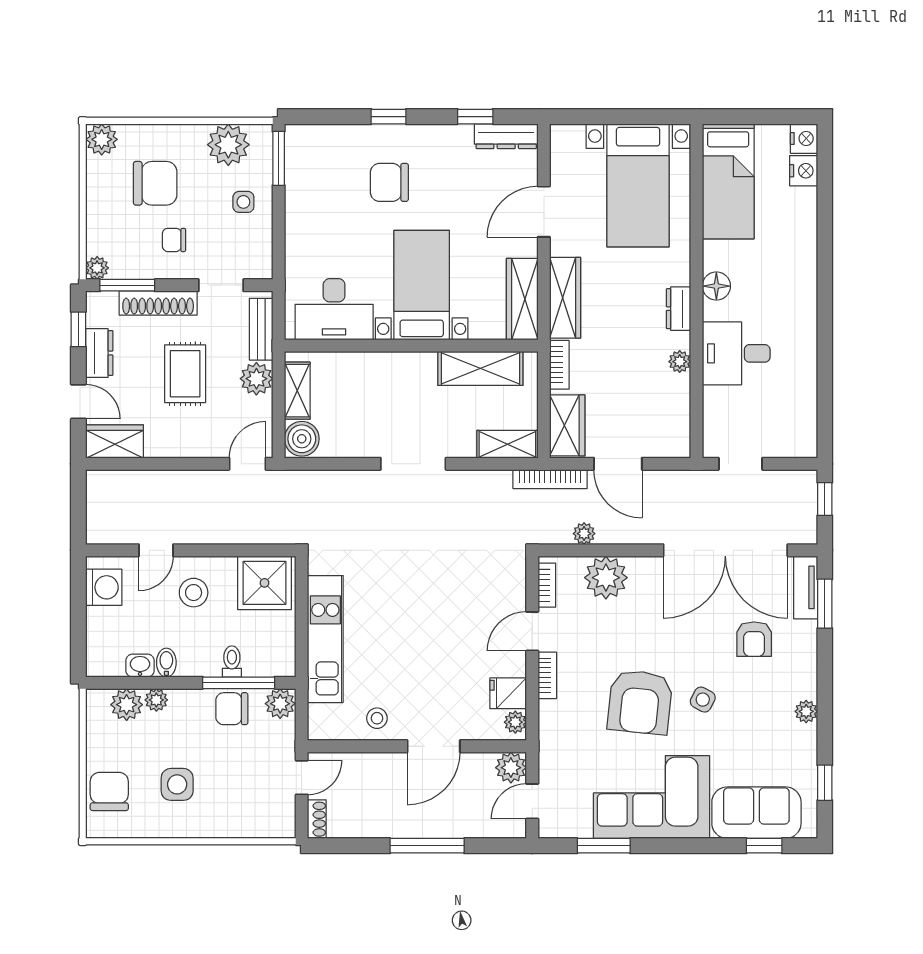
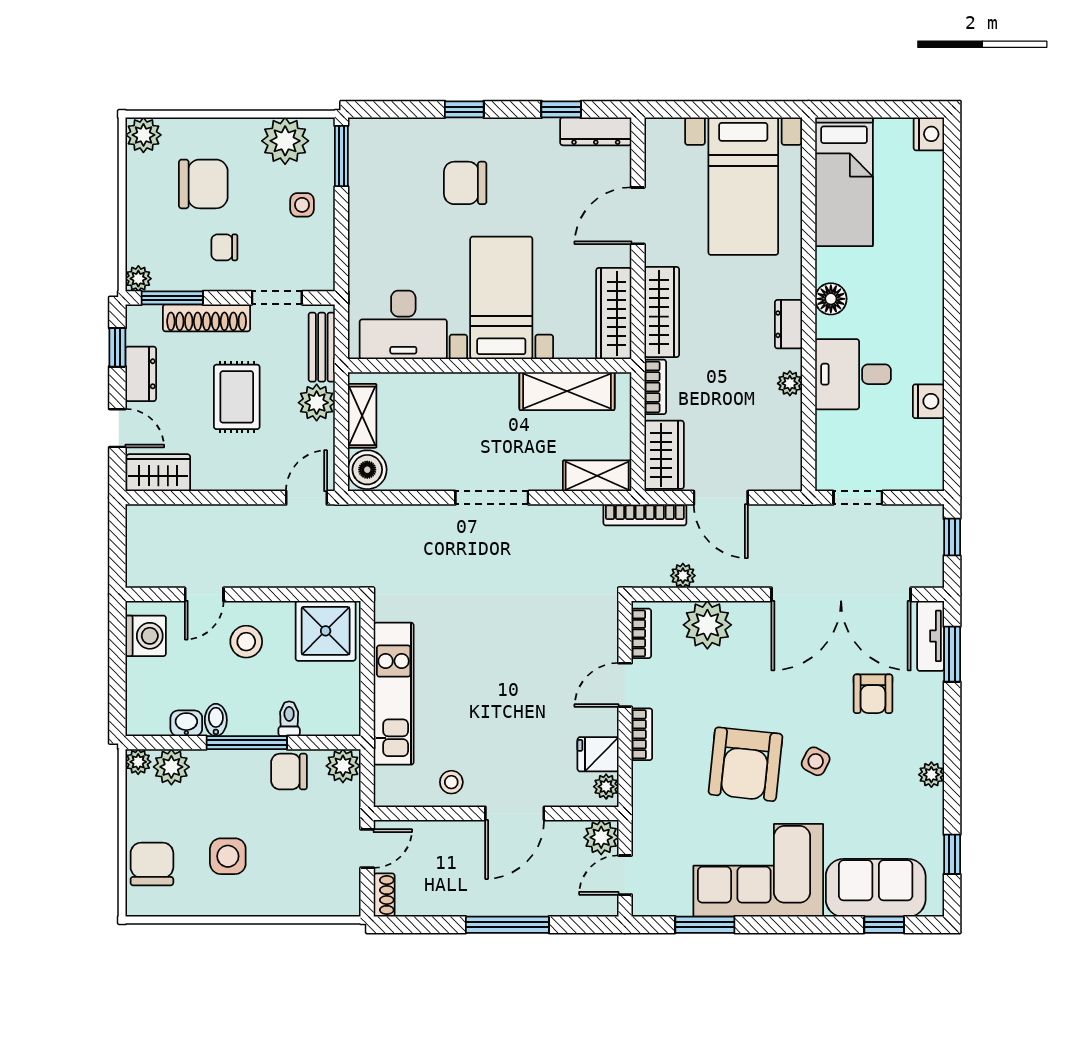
nightstand: (804, 171) -> (928, 401), moved
window: (239, 683) -> (247, 743), moved
plant: (156, 700) -> (138, 762), moved

